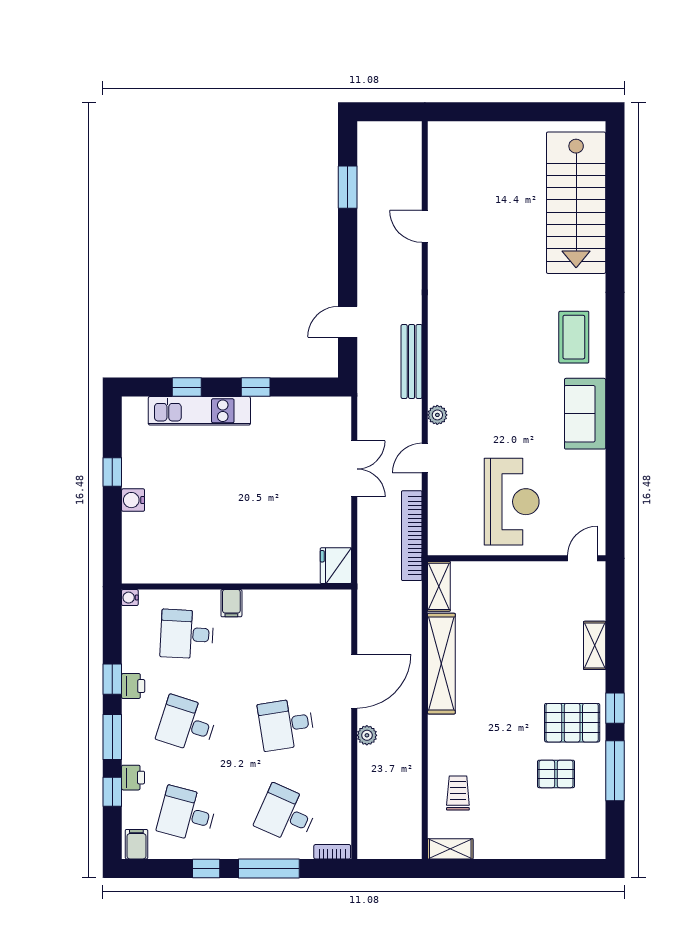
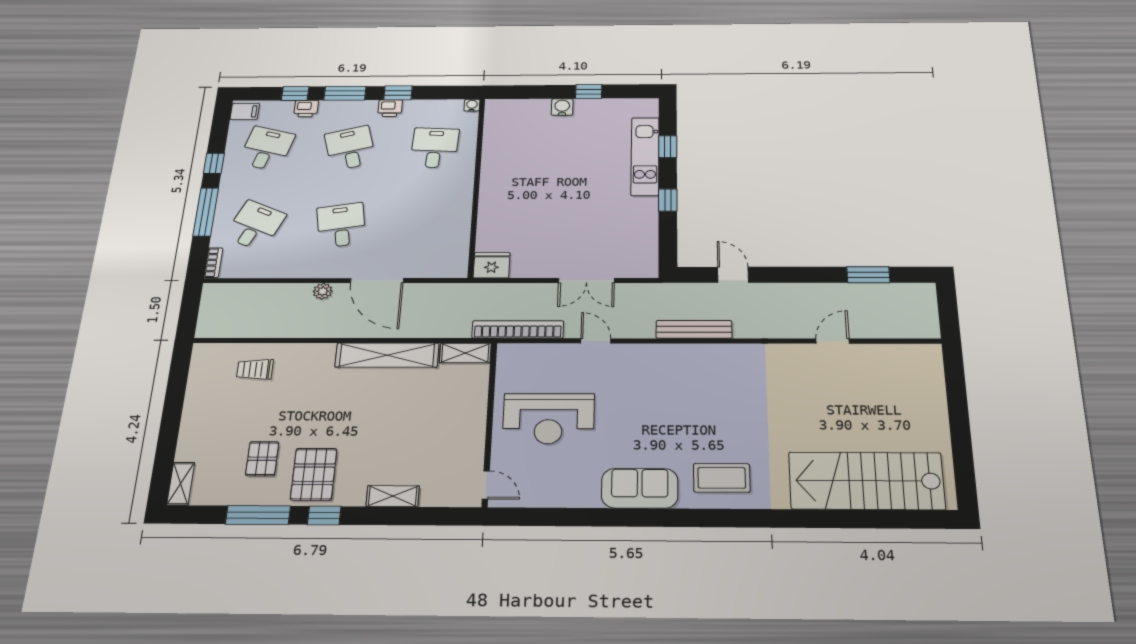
plant: (437, 415) -> (640, 352), removed
filing cabinet: (231, 603) -> (461, 182), removed
desk: (187, 724) -> (350, 148), turned -33
trolley: (458, 793) -> (255, 369), turned 180
shelving: (450, 849) -> (181, 484), moved

